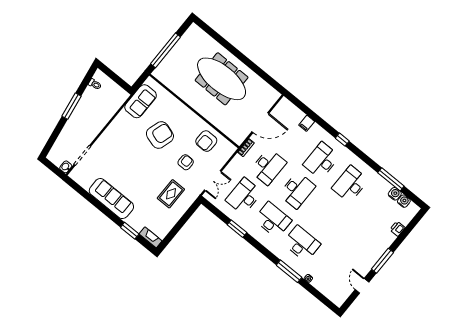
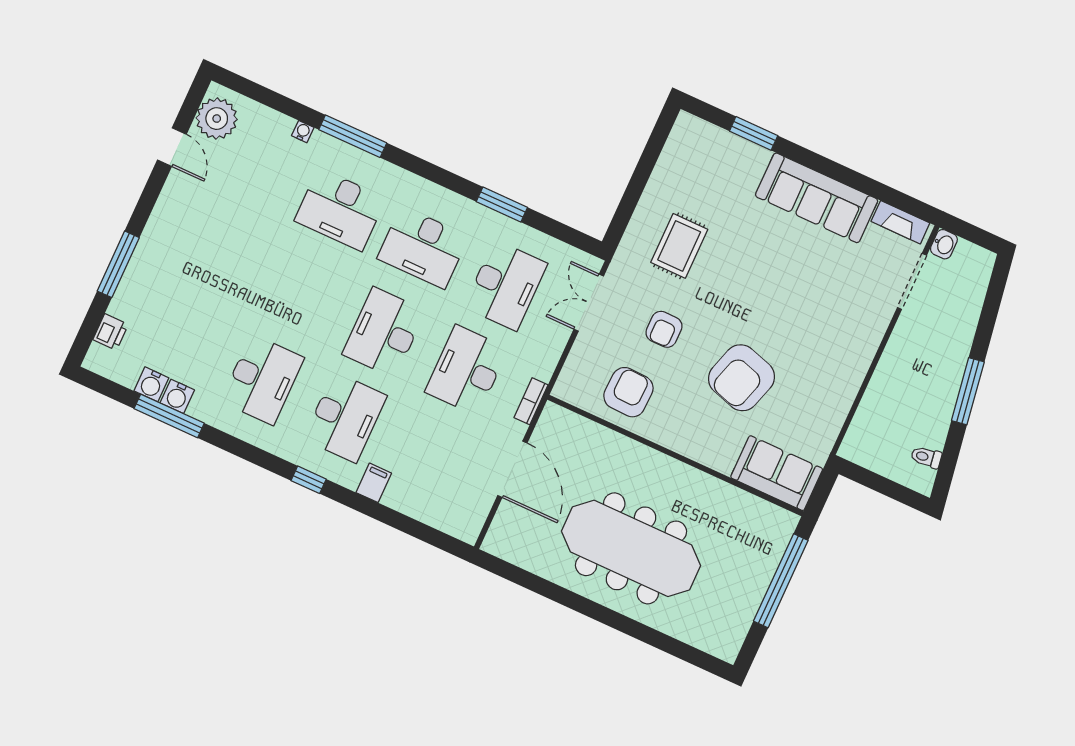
sofa: (141, 101) -> (777, 473), moved, turned 90
door: (260, 123) -> (512, 469), swing flipped
filing cabinet: (307, 123) -> (374, 483), moved
water cooler: (404, 201) -> (177, 396), moved
printer: (397, 229) -> (111, 332), moved
fireplace: (151, 237) -> (900, 222), moved
window: (382, 261) -> (118, 264), moved
plant: (341, 292) -> (217, 119), added

